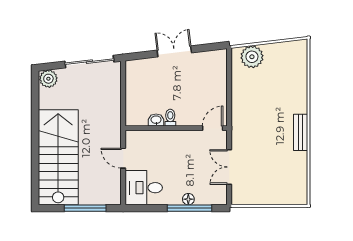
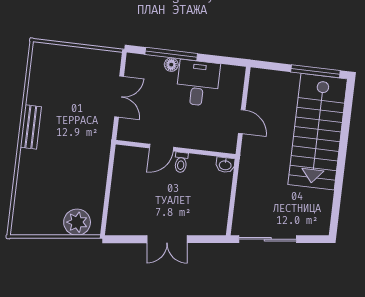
plant: (48, 79) -> (318, 225), removed
washbasin: (156, 120) -> (225, 165), moved
door: (213, 128) -> (161, 148), moved
desk: (144, 188) -> (198, 83), moved, turned -90
window: (85, 208) -> (315, 71), moved

